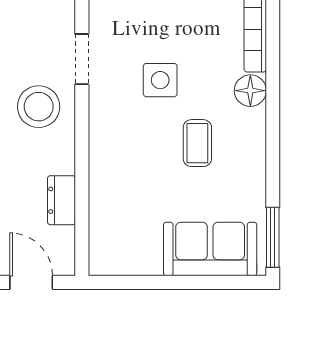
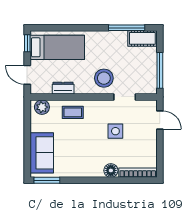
coffee table: (197, 143) -> (73, 112), moved
plant: (105, 249) -> (42, 107), added
door: (31, 282) -> (27, 75), swing flipped

